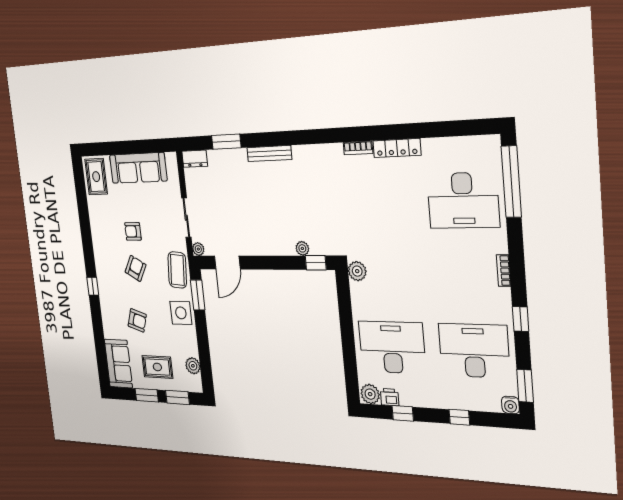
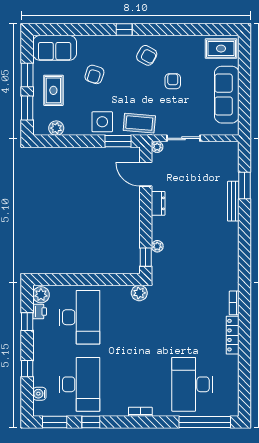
bench: (269, 154) -> (233, 201), moved
dresser: (195, 159) -> (158, 203), moved, turned 180
armchair: (135, 268) -> (147, 55), moved
window: (521, 319) -> (91, 422), moved
water cooler: (510, 405) -> (39, 394), moved

